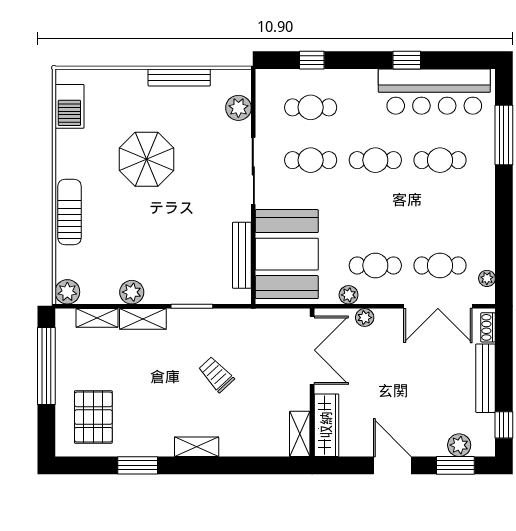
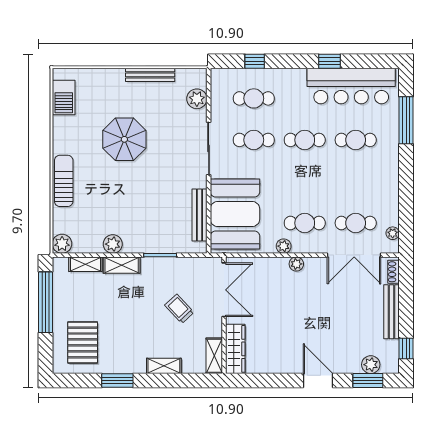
double door: (312, 350) -> (224, 290), moved
wall: (312, 383) -> (224, 315), moved
wardrobe: (326, 425) -> (235, 349), moved
shelving: (300, 434) -> (214, 356), moved

